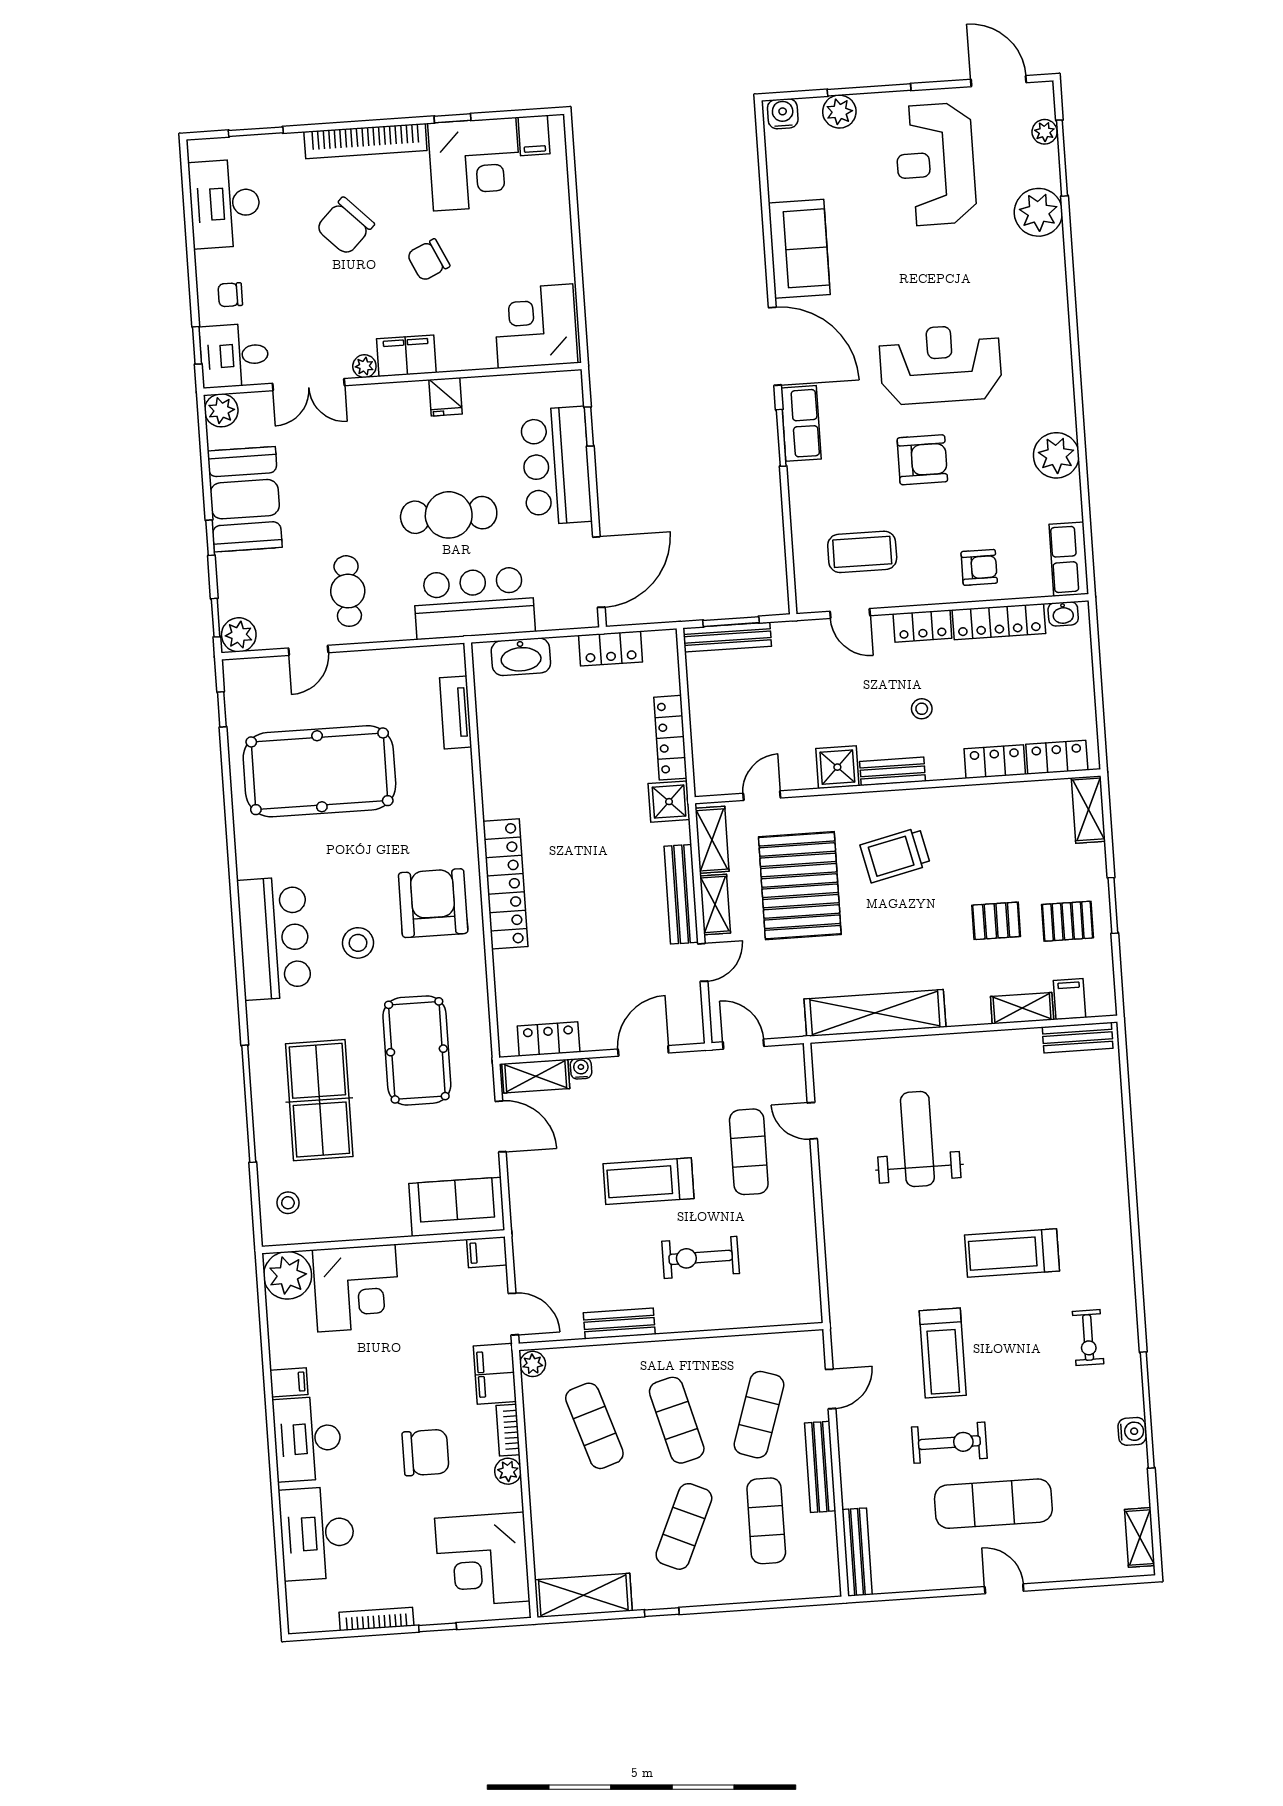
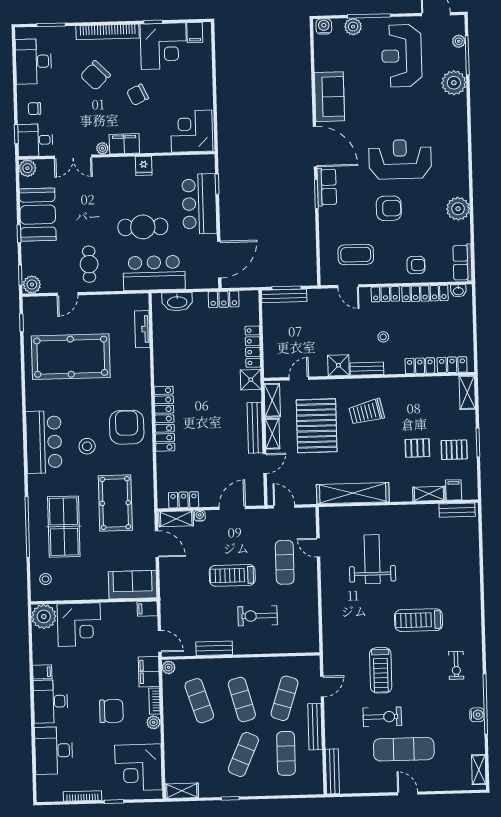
shelving: (583, 1595) -> (182, 791), width x0.67, depth x0.75

